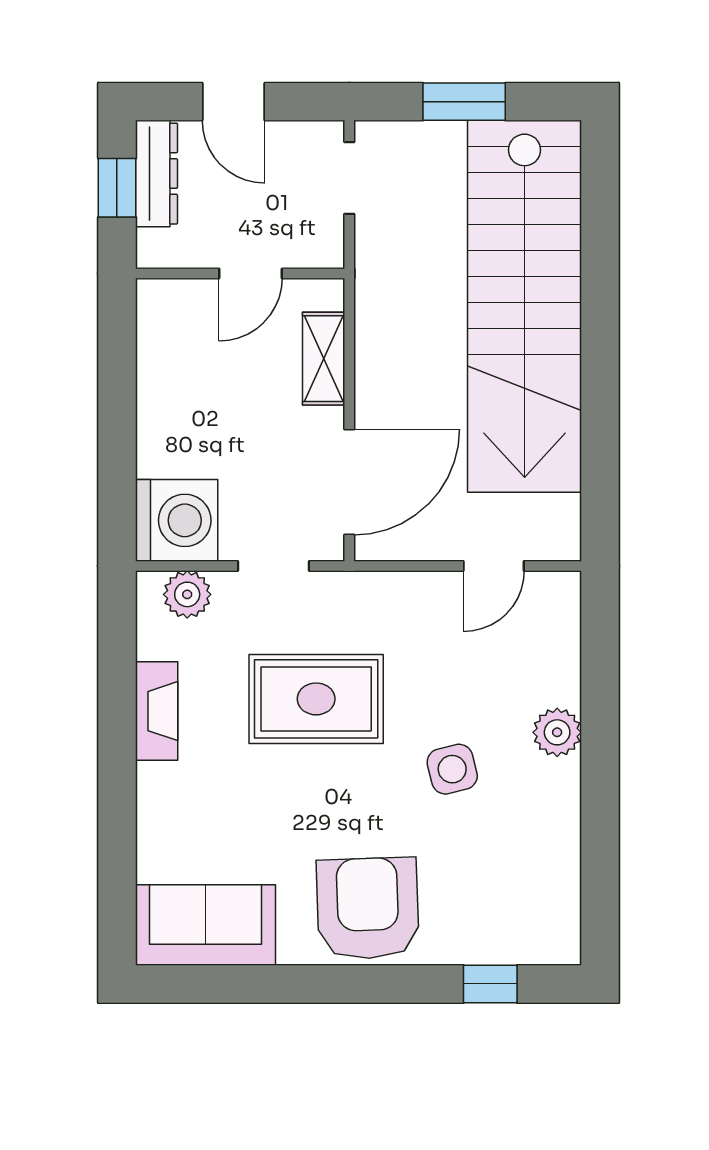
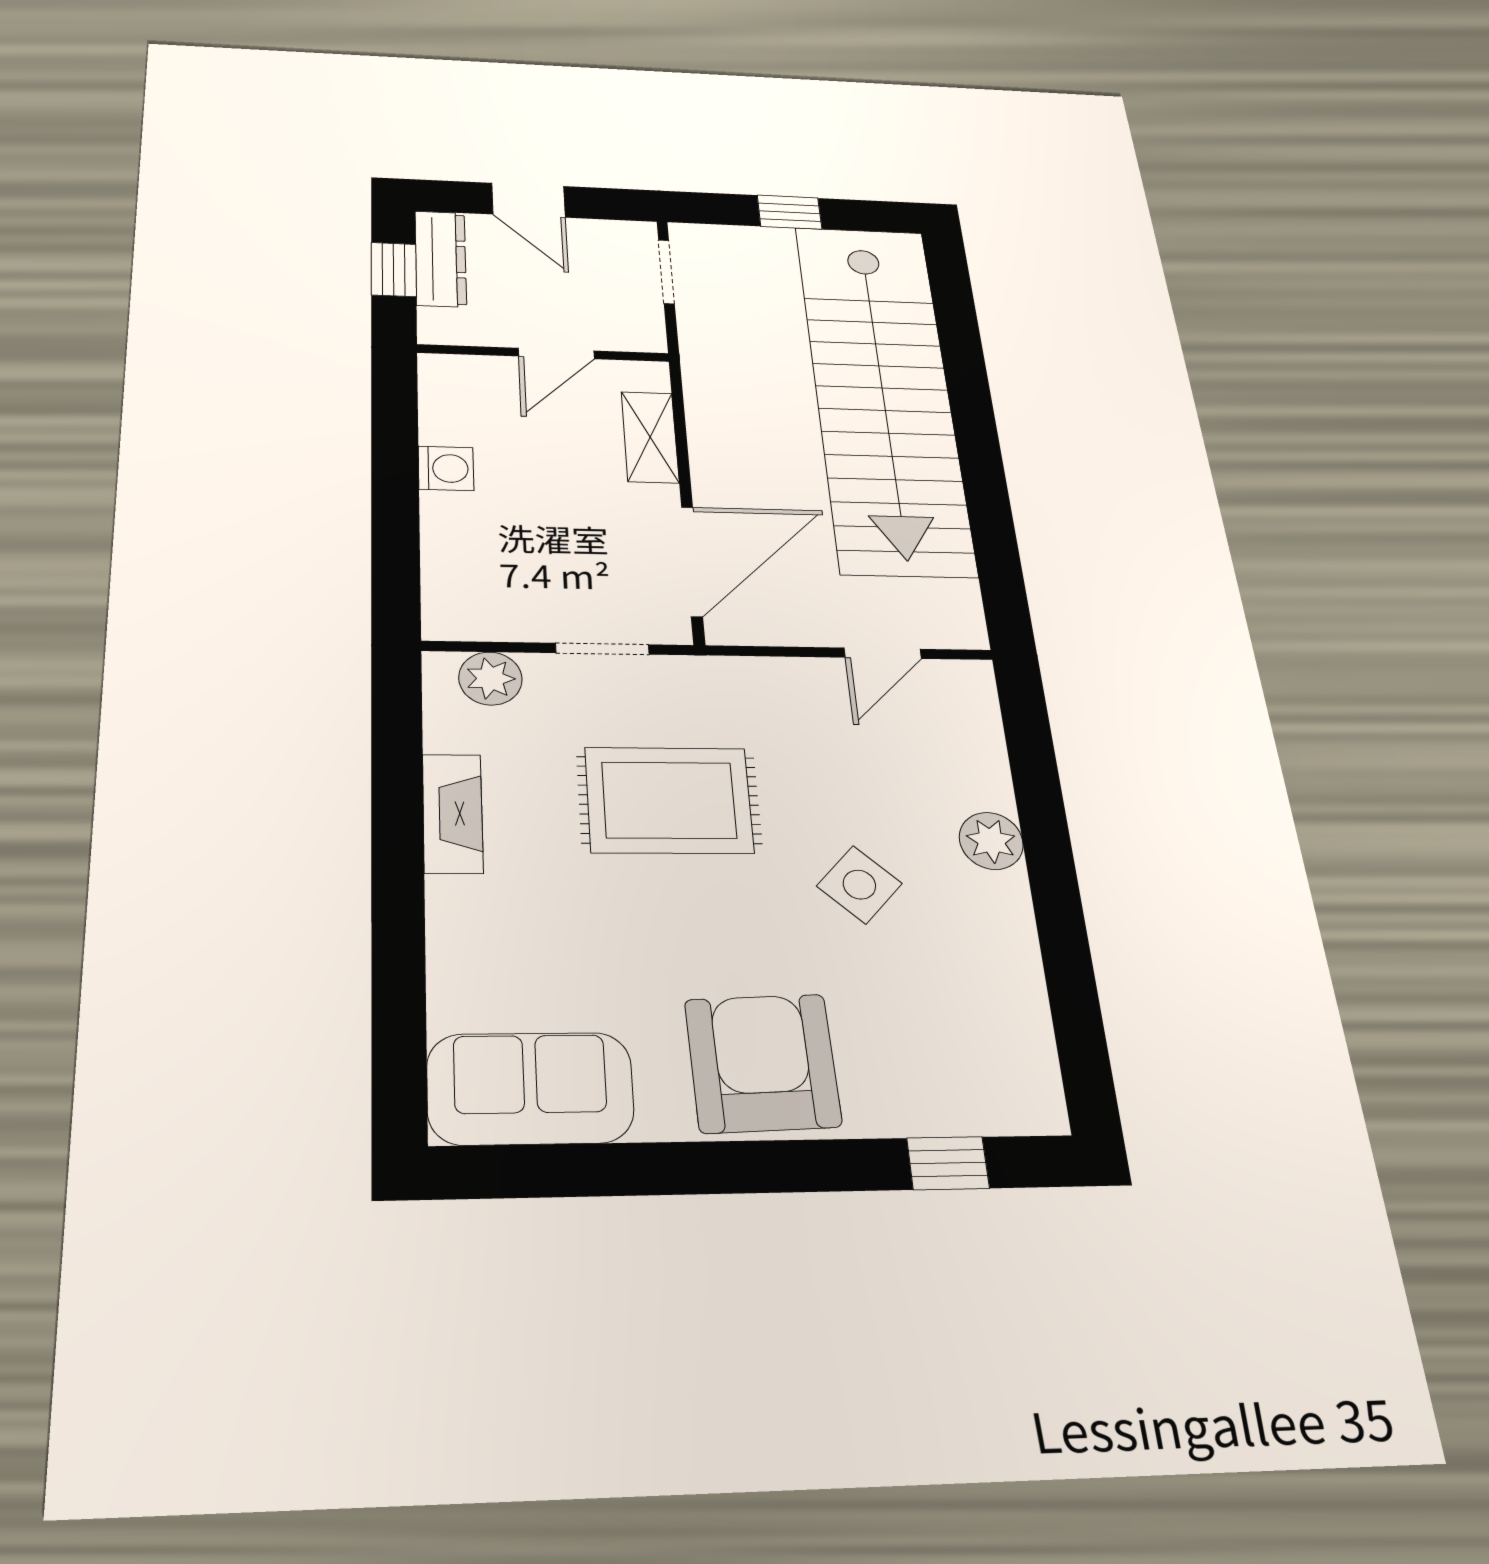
window: (464, 102) -> (790, 212), width x0.67
washing machine: (177, 520) -> (446, 468), moved, width x0.53, depth x0.53
side table: (452, 769) -> (859, 885), turned -33

